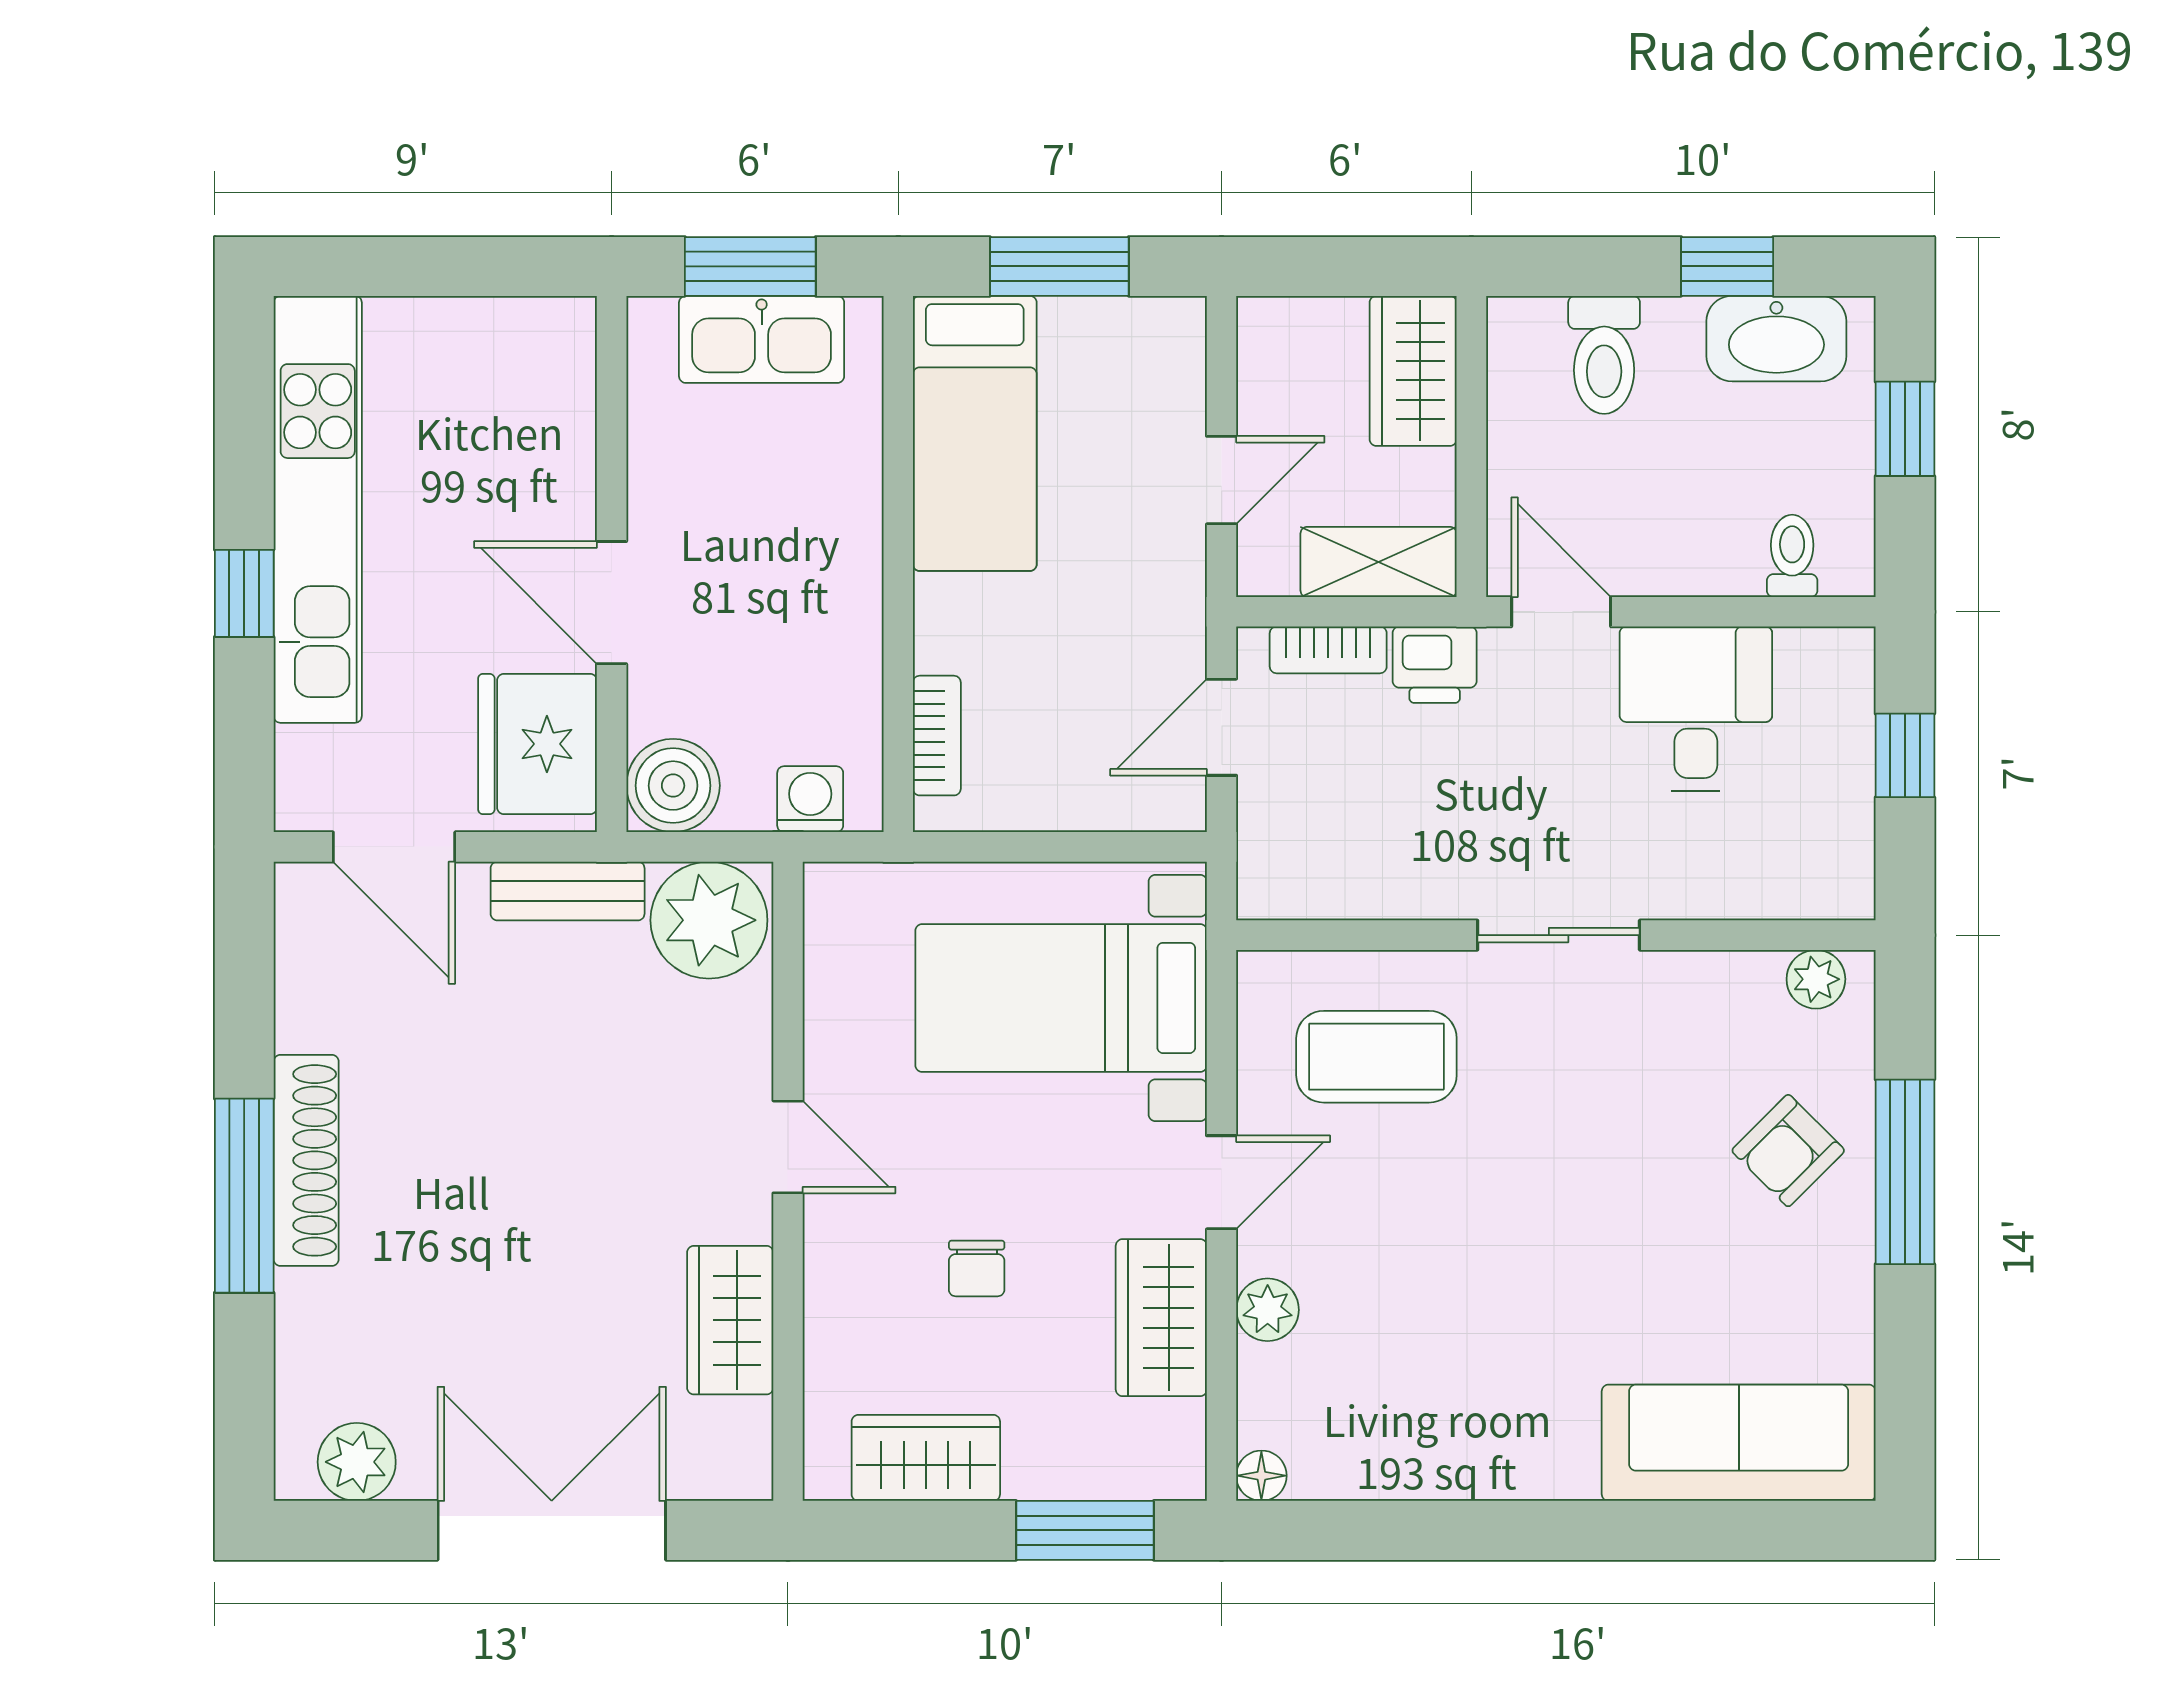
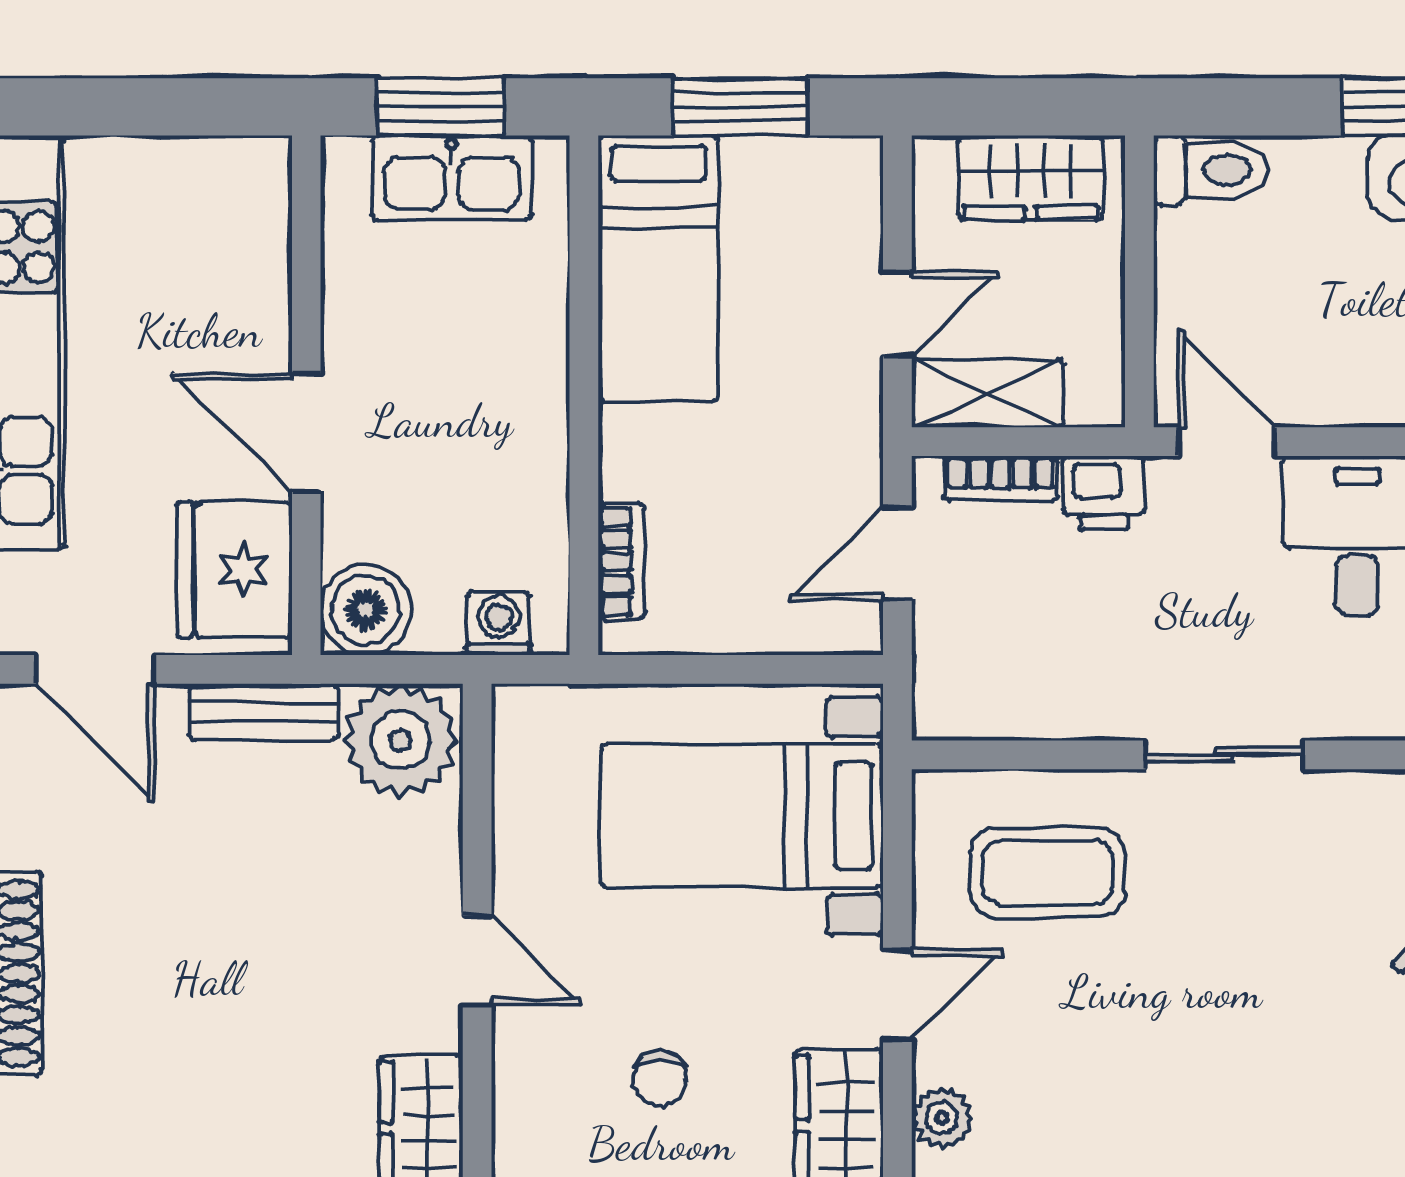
toilet: (1604, 355) -> (1211, 170), moved, turned -90
wardrobe: (1413, 371) -> (1031, 177), moved, turned -90
shelving: (1379, 562) -> (987, 393), moved

